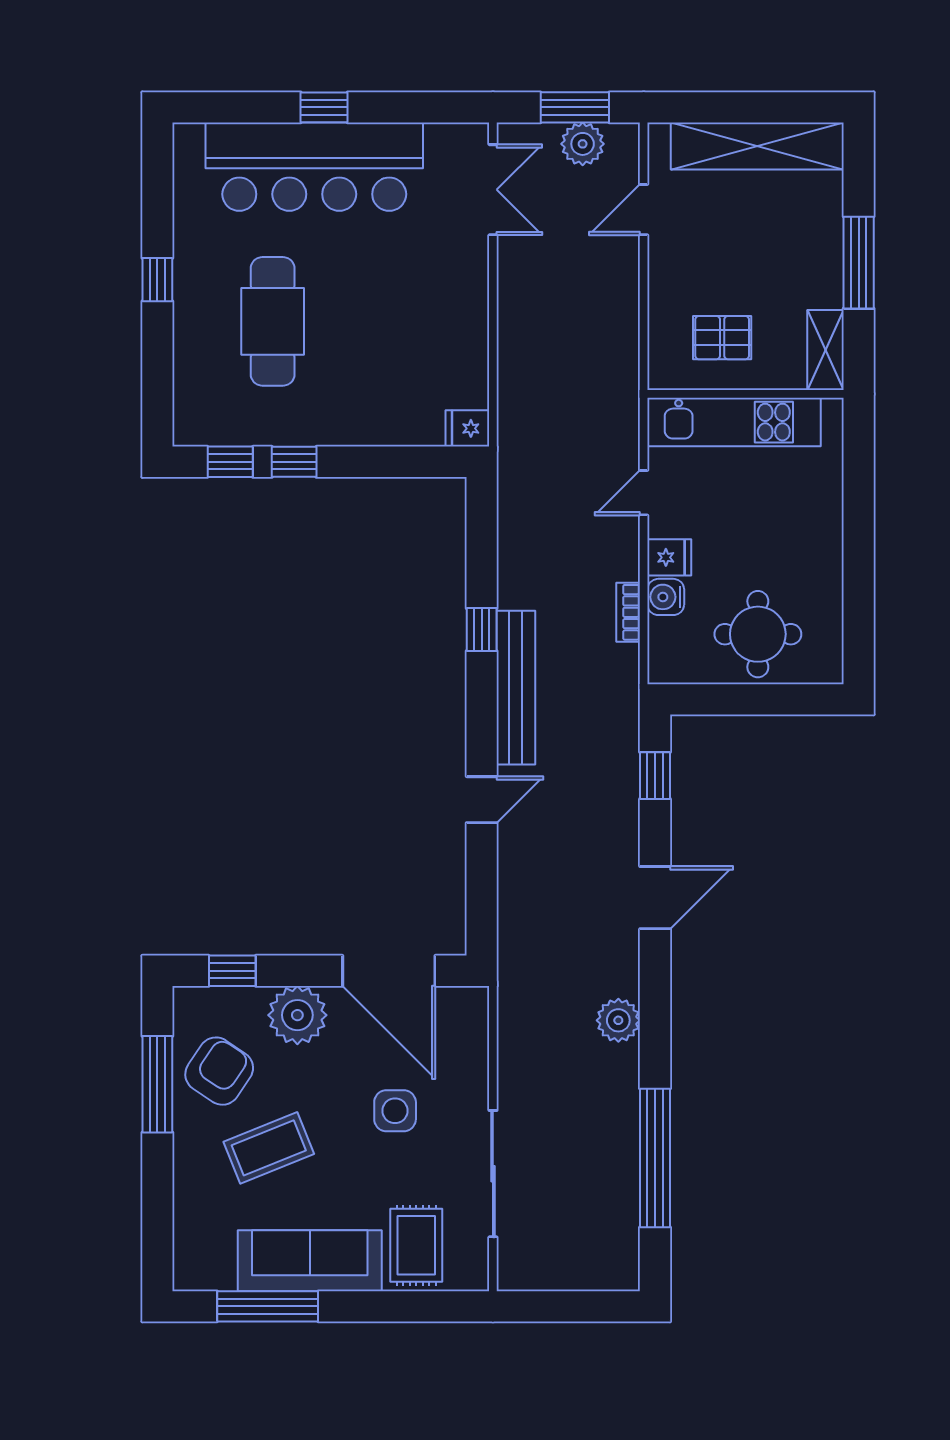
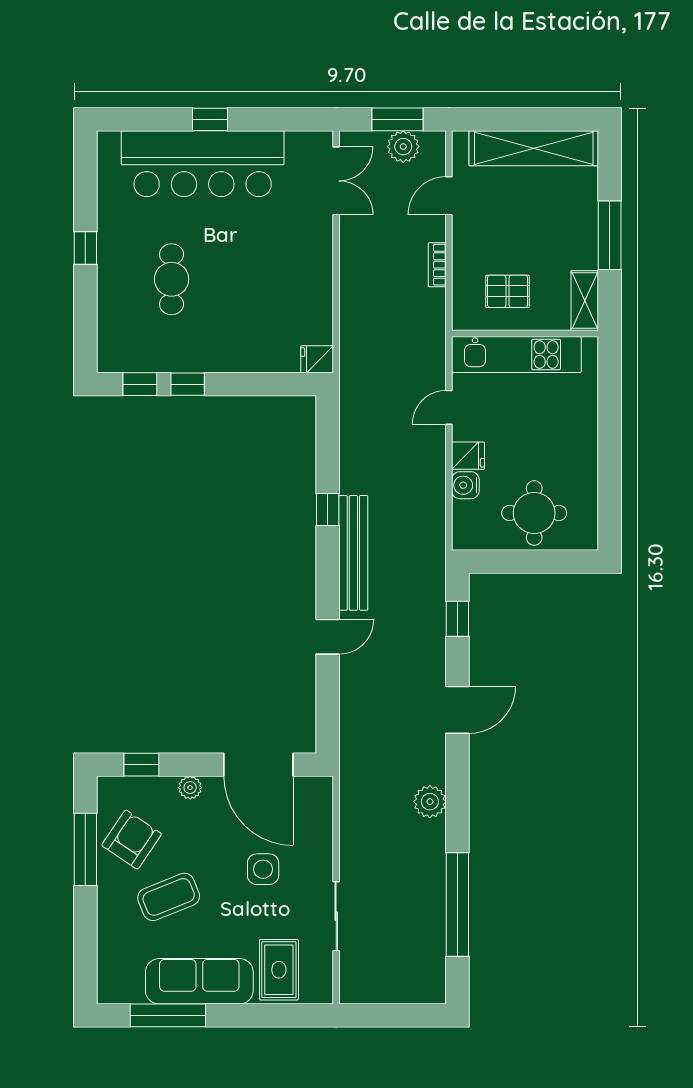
cafe table: (273, 321) -> (172, 279), width x0.73, depth x0.74
bookcase: (628, 612) -> (437, 265), moved
plant: (297, 1015) -> (190, 788), width x0.53, depth x0.53
sliding door: (493, 1174) -> (336, 916), width x0.73

